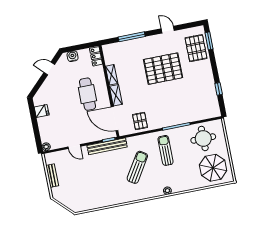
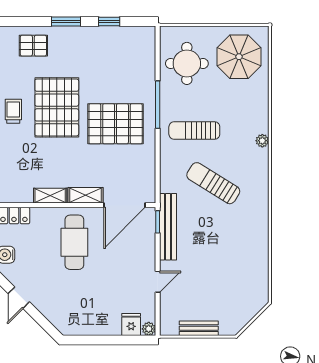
window: (209, 41) -> (66, 22), moved
trolley: (156, 44) -> (13, 111), added
pallet: (196, 48) -> (33, 46), width x0.67, depth x0.71
cafe table: (87, 94) -> (74, 242), turned 90
fridge: (42, 111) -> (131, 324), moved
pallet: (140, 121) -> (116, 124), moved, width x2.05, depth x2.00

